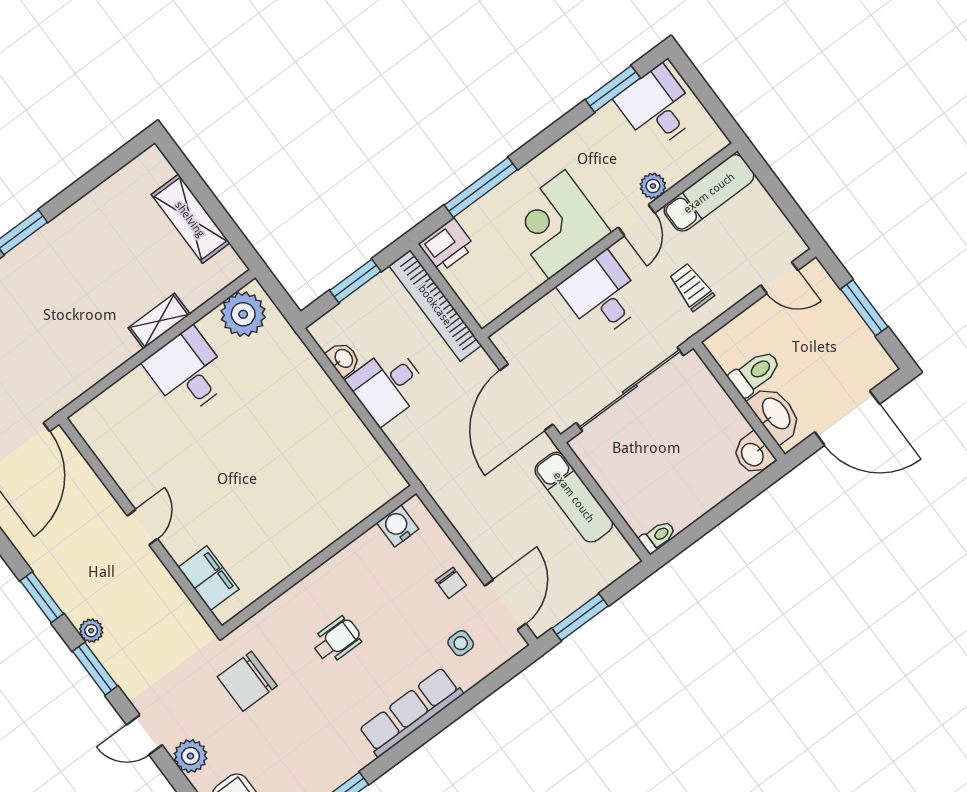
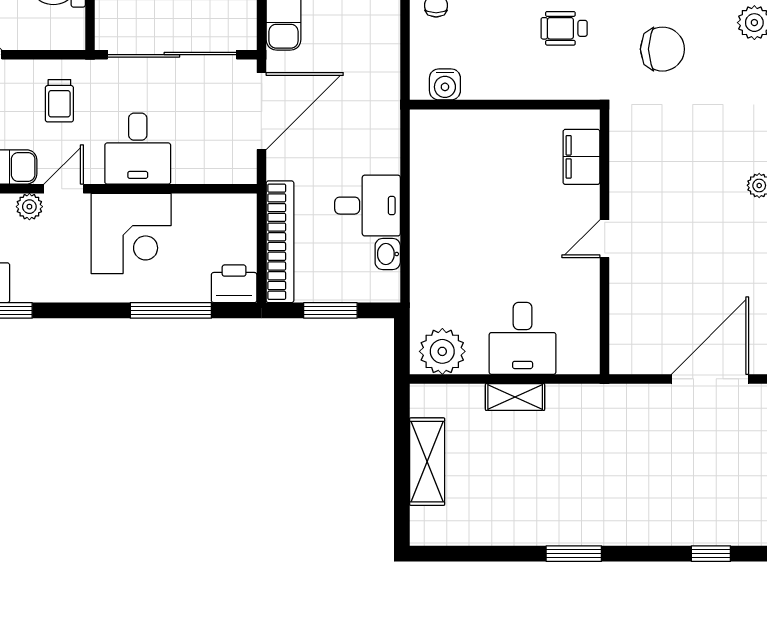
wall: (141, 525) -> (605, 242), moved
door: (142, 527) -> (605, 239), moved
filing cabinet: (208, 578) -> (581, 157), moved

